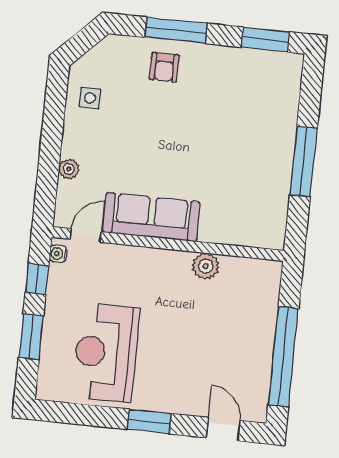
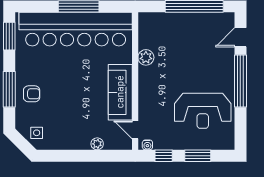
side table: (90, 98) -> (37, 133), moved
bar counter: (266, 153) -> (76, 29), added
window: (149, 421) -> (240, 81), width x2.11

